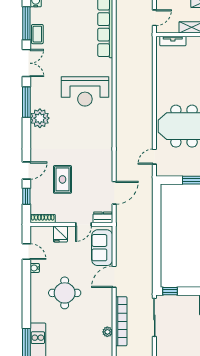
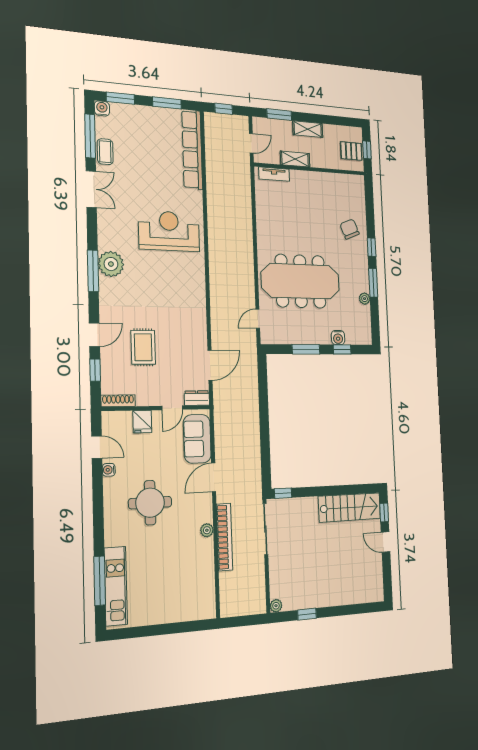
reception desk: (85, 91) -> (169, 231), turned 180
window: (26, 102) -> (93, 271), moved
plant: (107, 332) -> (207, 530), moved

